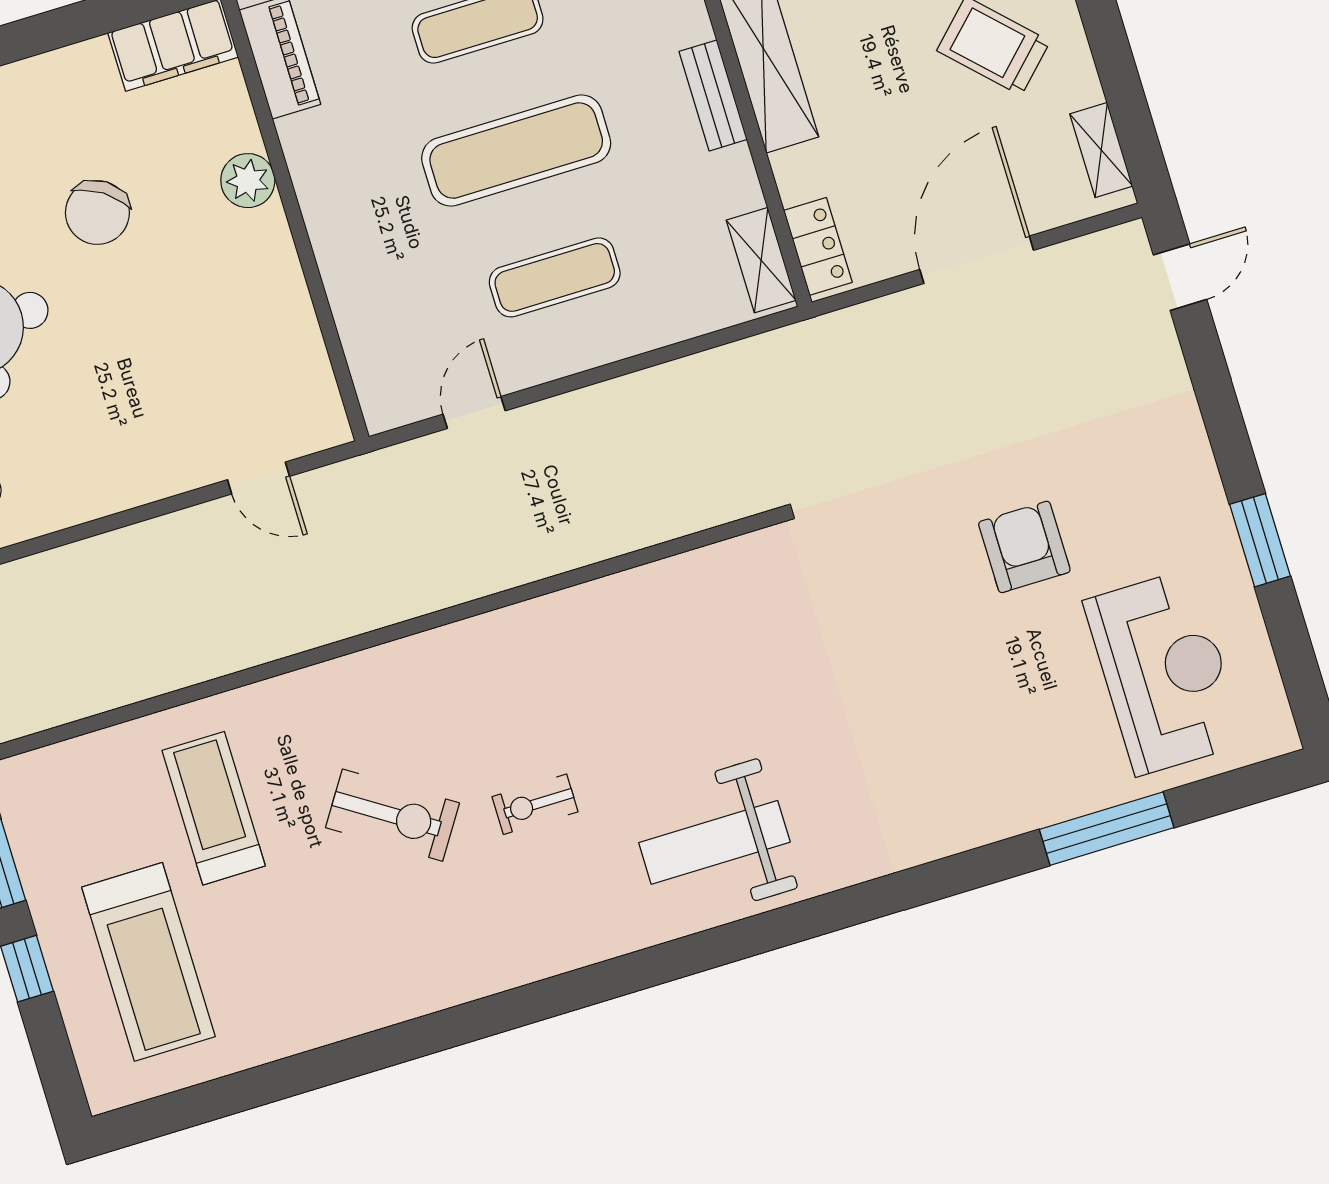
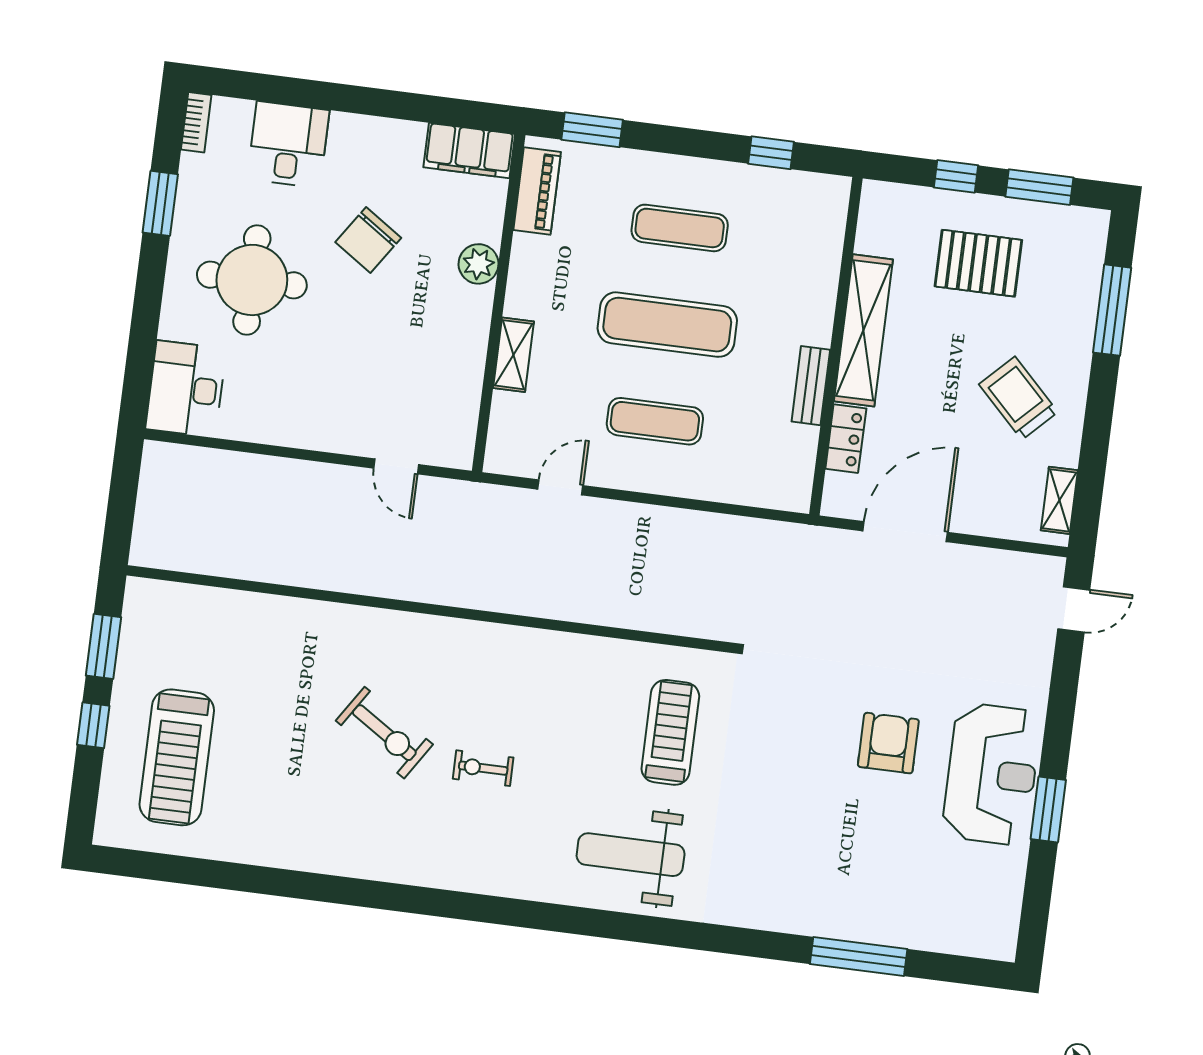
bench: (713, 95) -> (811, 386), moved
locker: (818, 246) -> (846, 439), moved
shelving: (761, 260) -> (513, 355), moved
door: (977, 260) -> (905, 532), moved
reception desk: (1164, 672) -> (992, 774), moved
treadmill: (214, 808) -> (670, 732), moved
weight bench: (714, 842) -> (631, 855), moved

